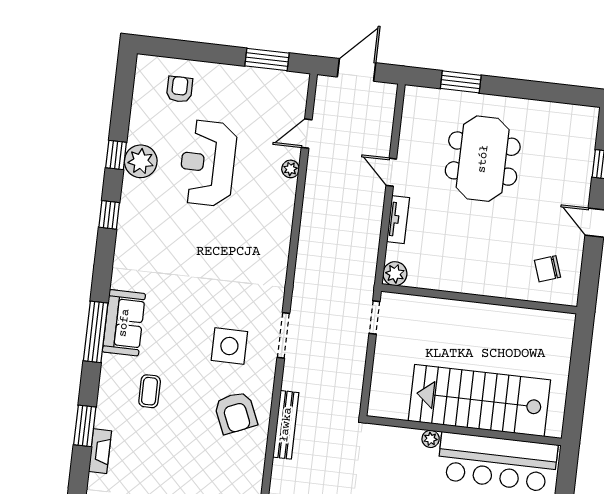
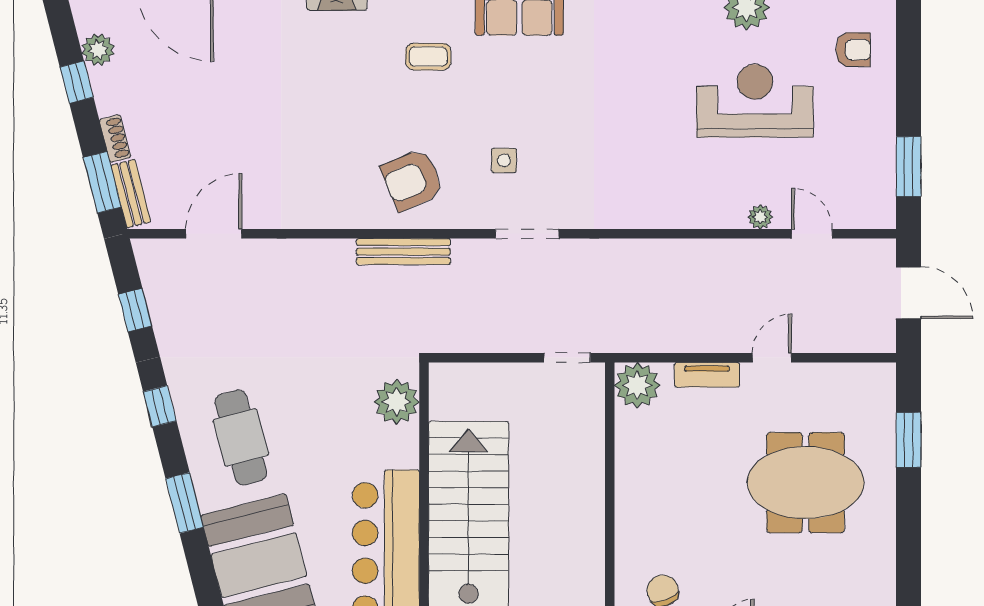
plant: (395, 274) -> (637, 385), width x1.36, depth x1.36
side table: (229, 346) -> (504, 160), width x0.54, depth x0.54
plant: (431, 439) -> (397, 402), moved, width x1.88, depth x1.88

